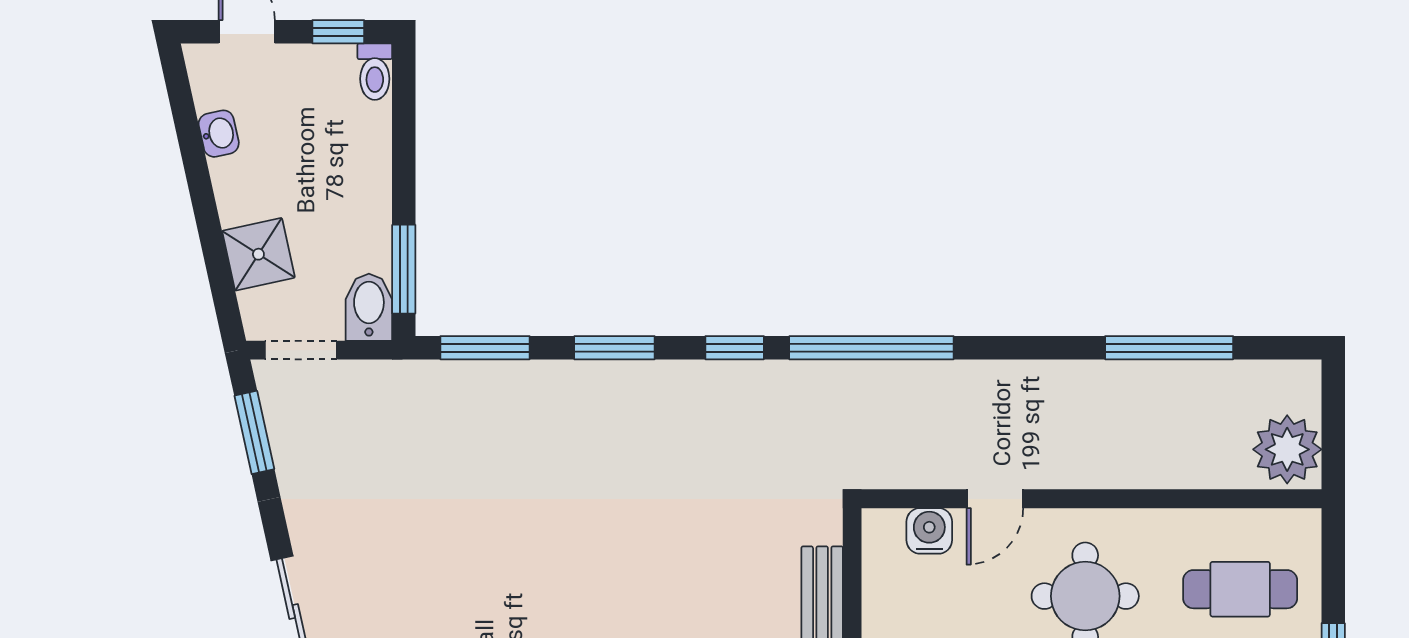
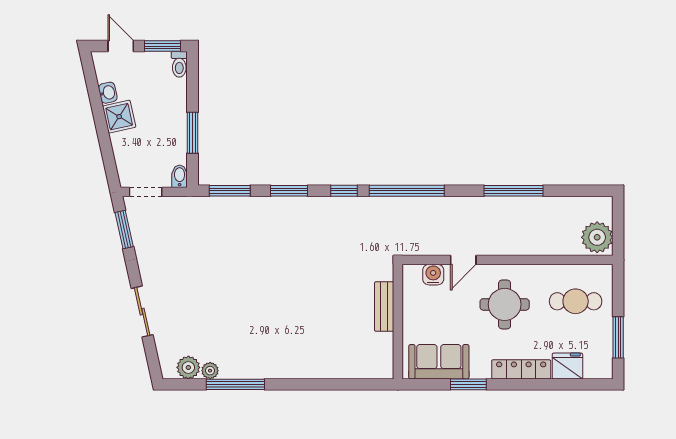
window: (338, 32) -> (163, 46), width x1.50
shower: (258, 254) -> (119, 117), moved
window: (404, 269) -> (193, 133), moved
bidet: (369, 307) -> (180, 176), width x0.72, depth x0.74
window: (1169, 348) -> (513, 191), moved

